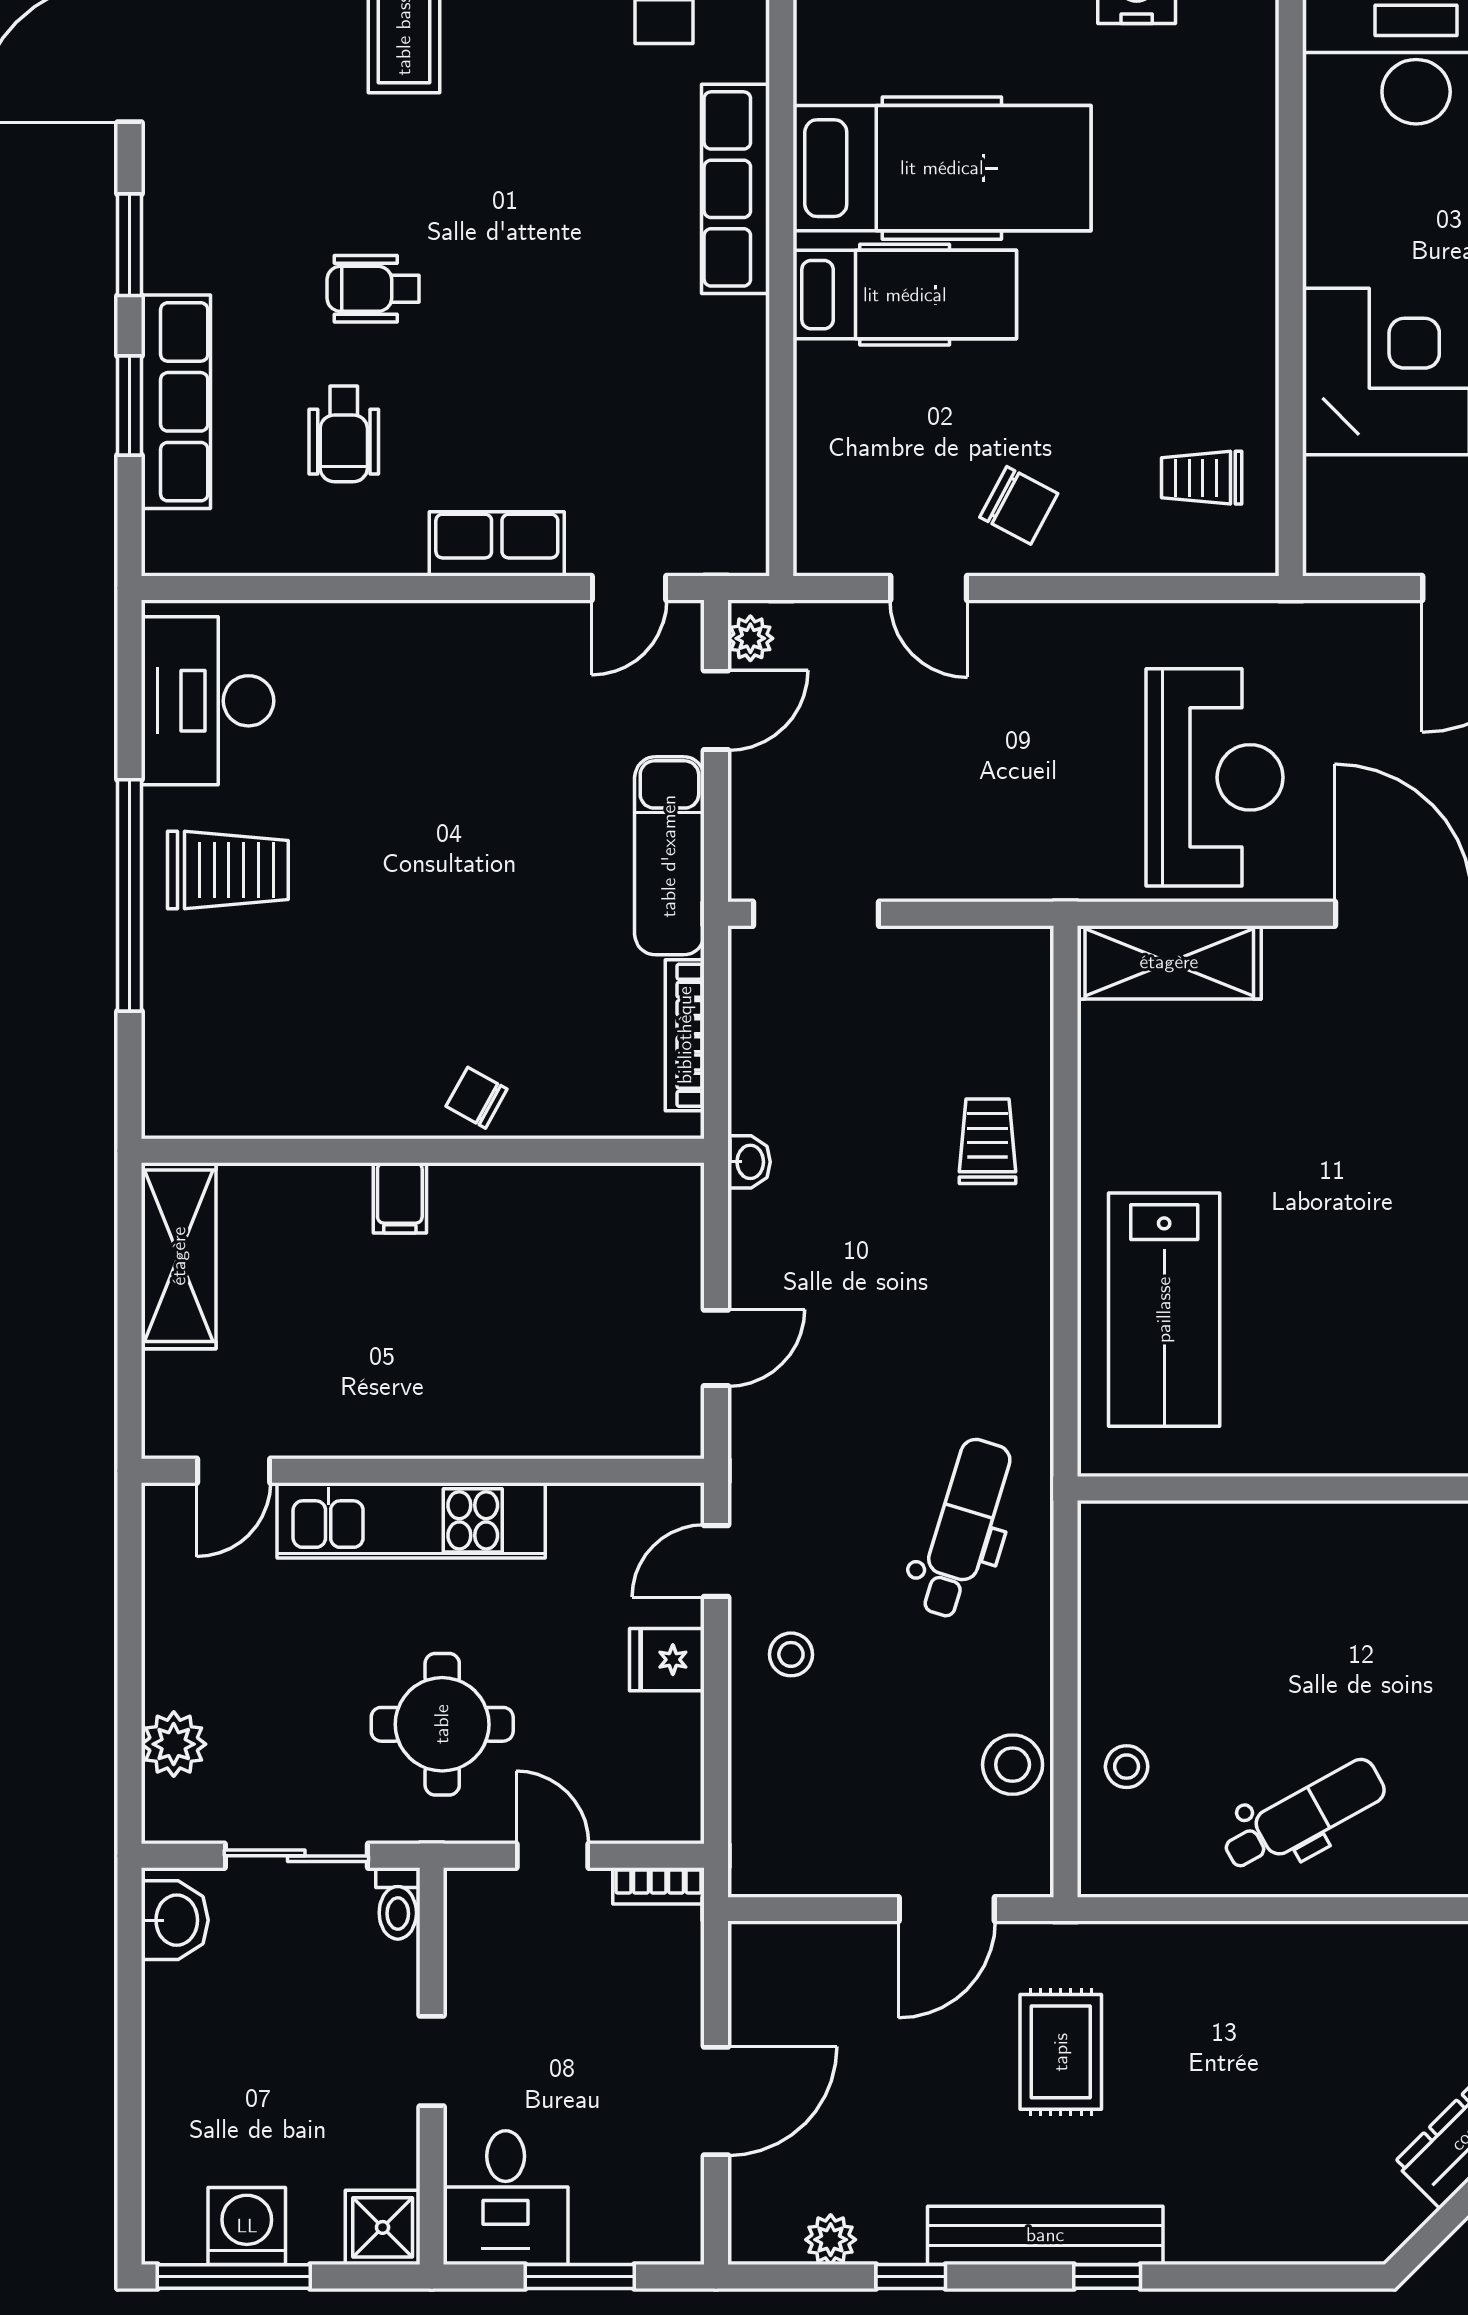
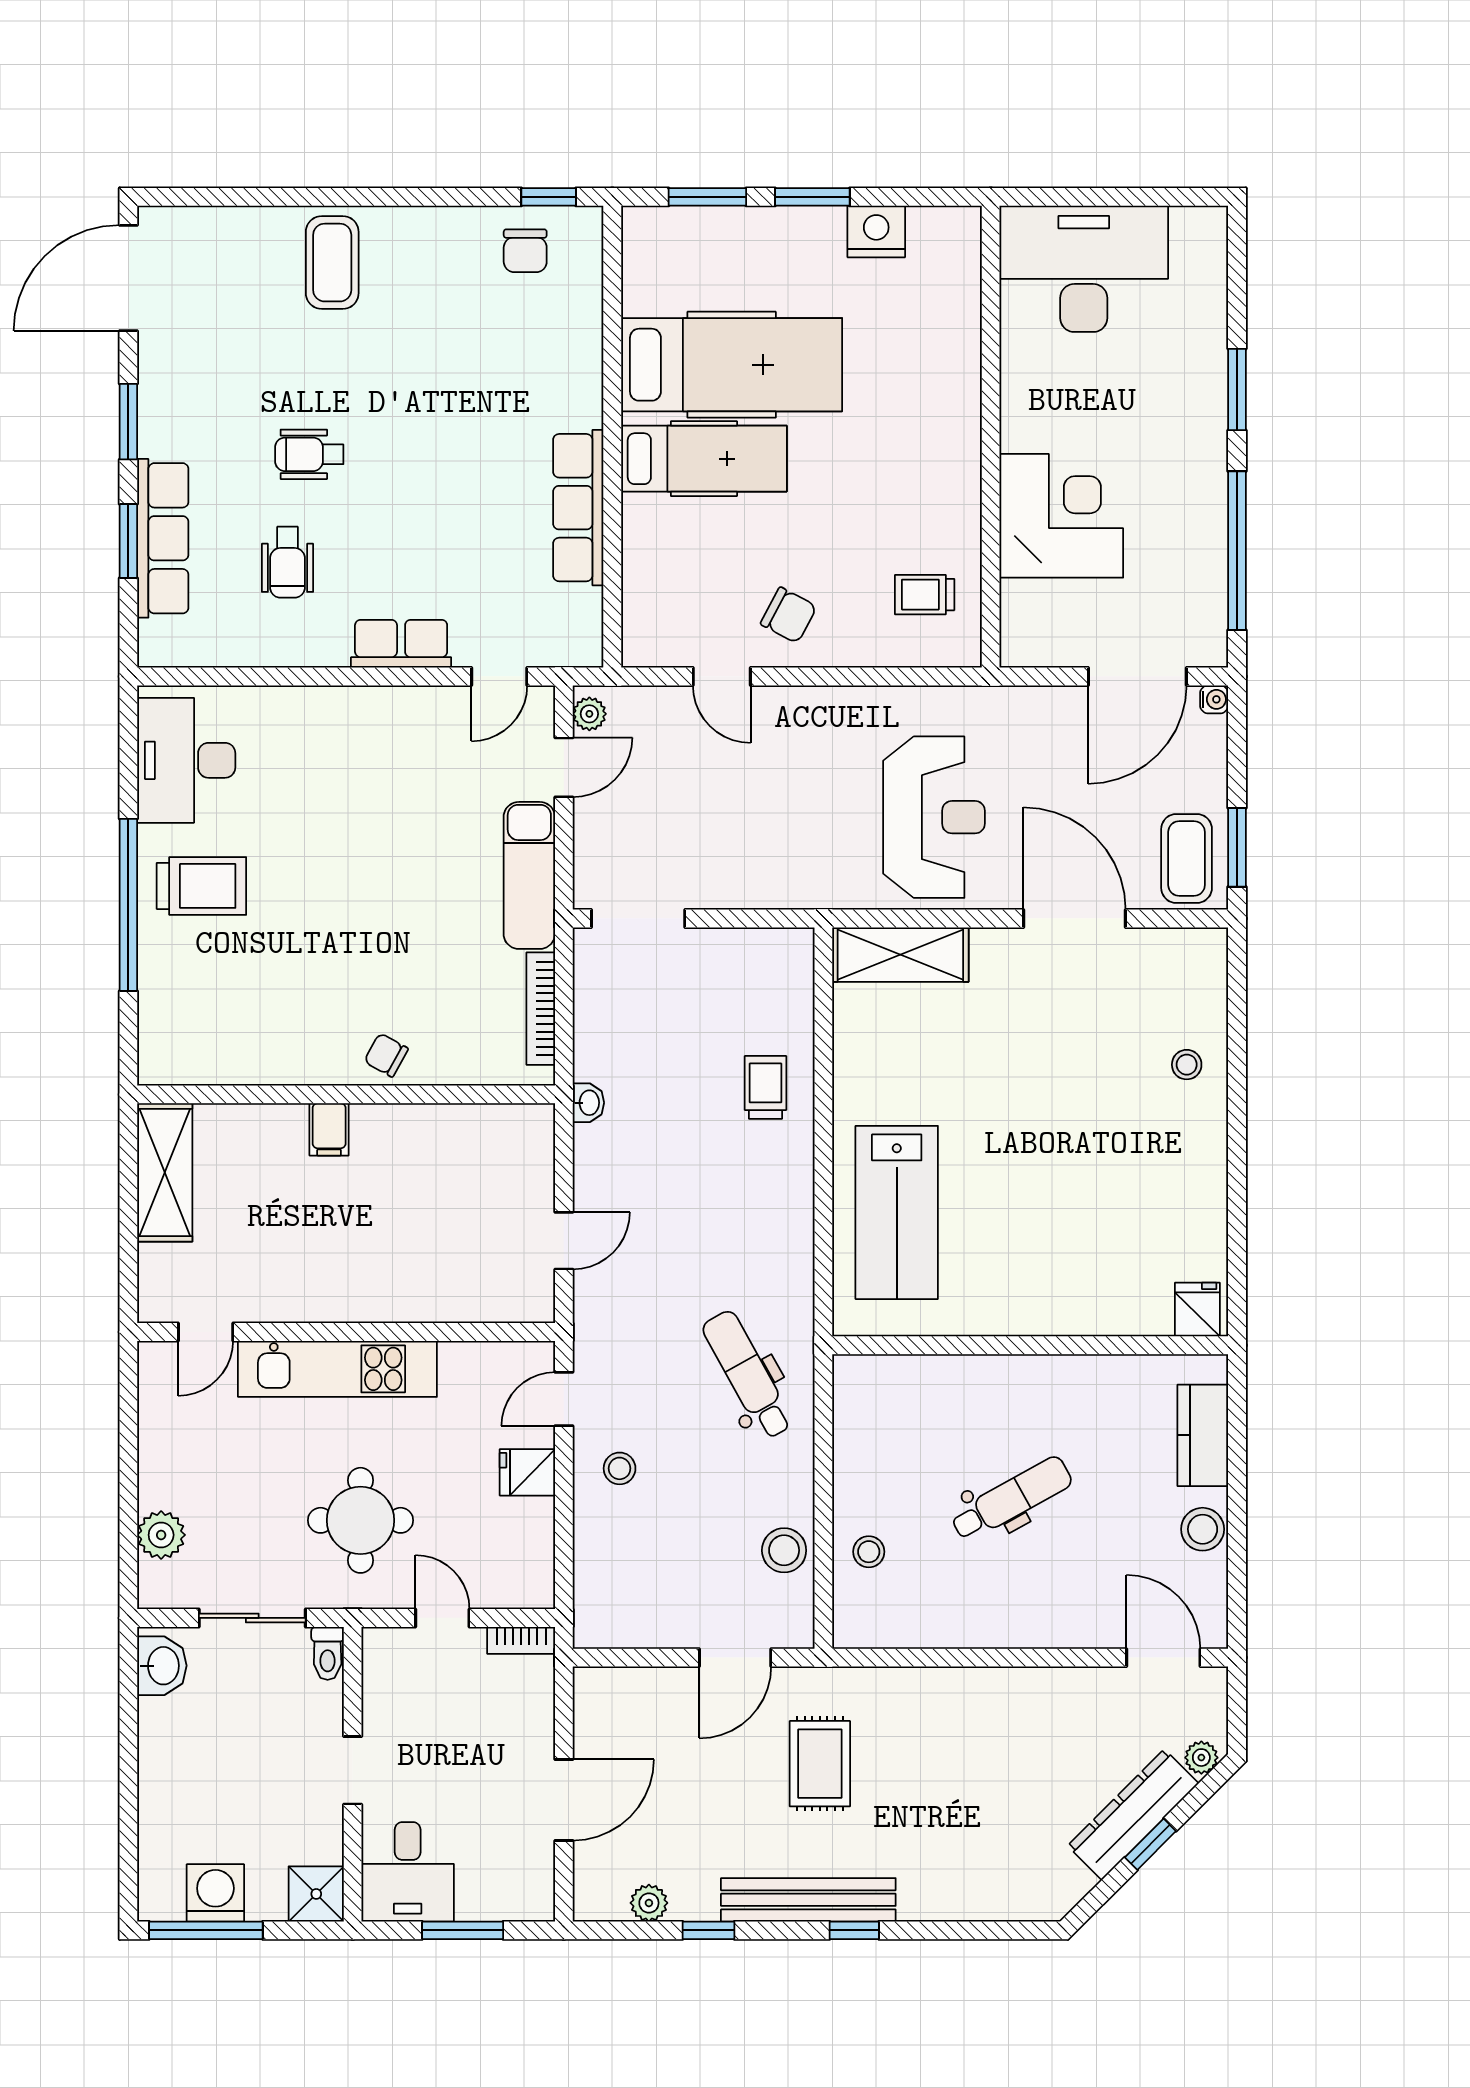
row of seats: (735, 189) -> (578, 508), moved
dental chair: (964, 1528) -> (748, 1375), turned -46
dental chair: (1304, 1816) -> (1011, 1499), moved

